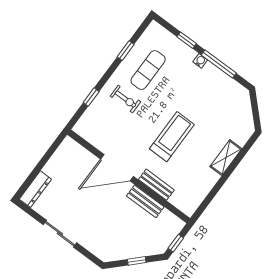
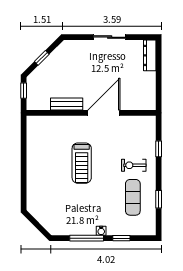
shelving: (226, 158) -> (33, 176), removed
bench: (156, 185) -> (68, 121), removed

